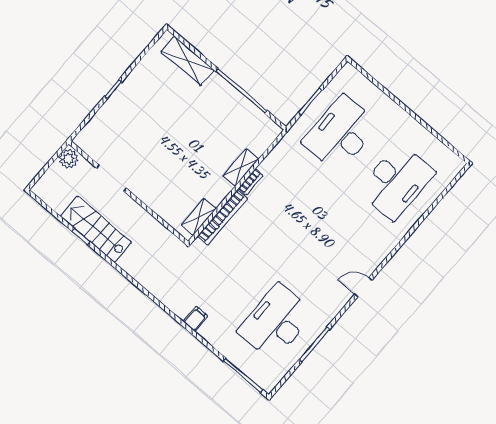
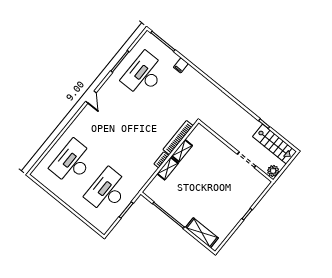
desk: (340, 134) -> (107, 191), turned 180
shelving: (199, 217) -> (182, 151), moved
stairs: (96, 229) -> (275, 144), moved
door: (363, 287) -> (91, 97), hinge flipped
filing cabinet: (195, 319) -> (181, 65), moved
desk: (276, 322) -> (144, 74), turned 180

